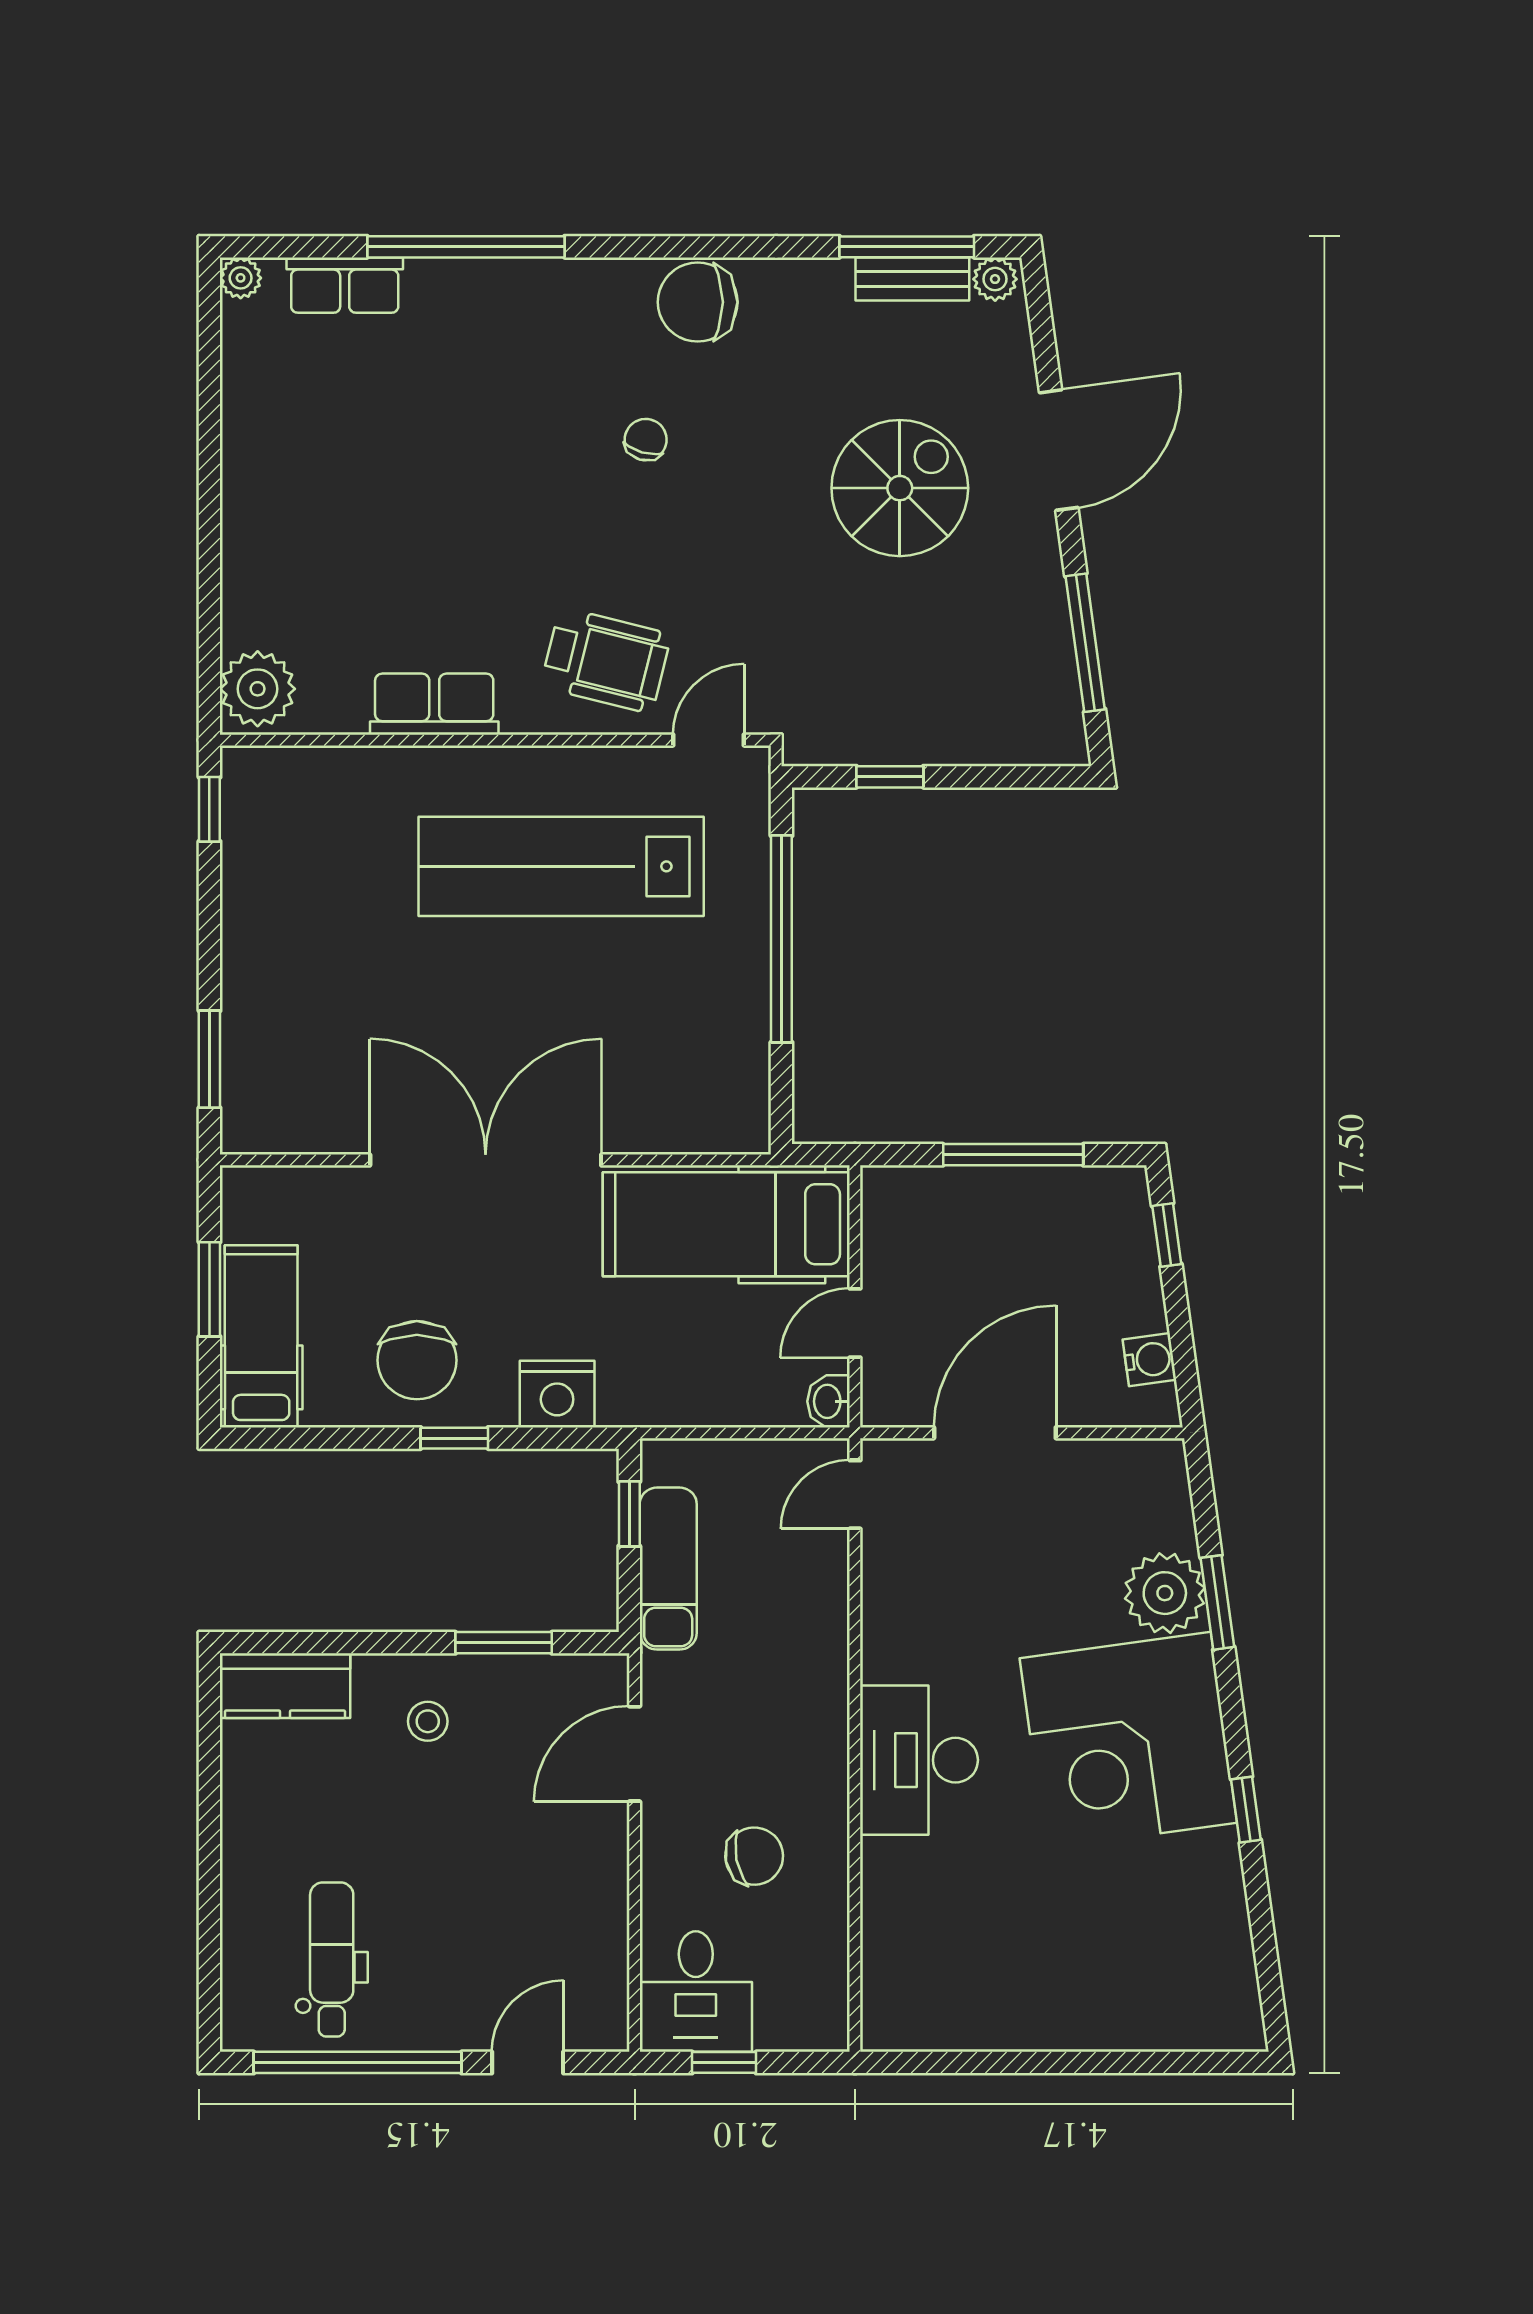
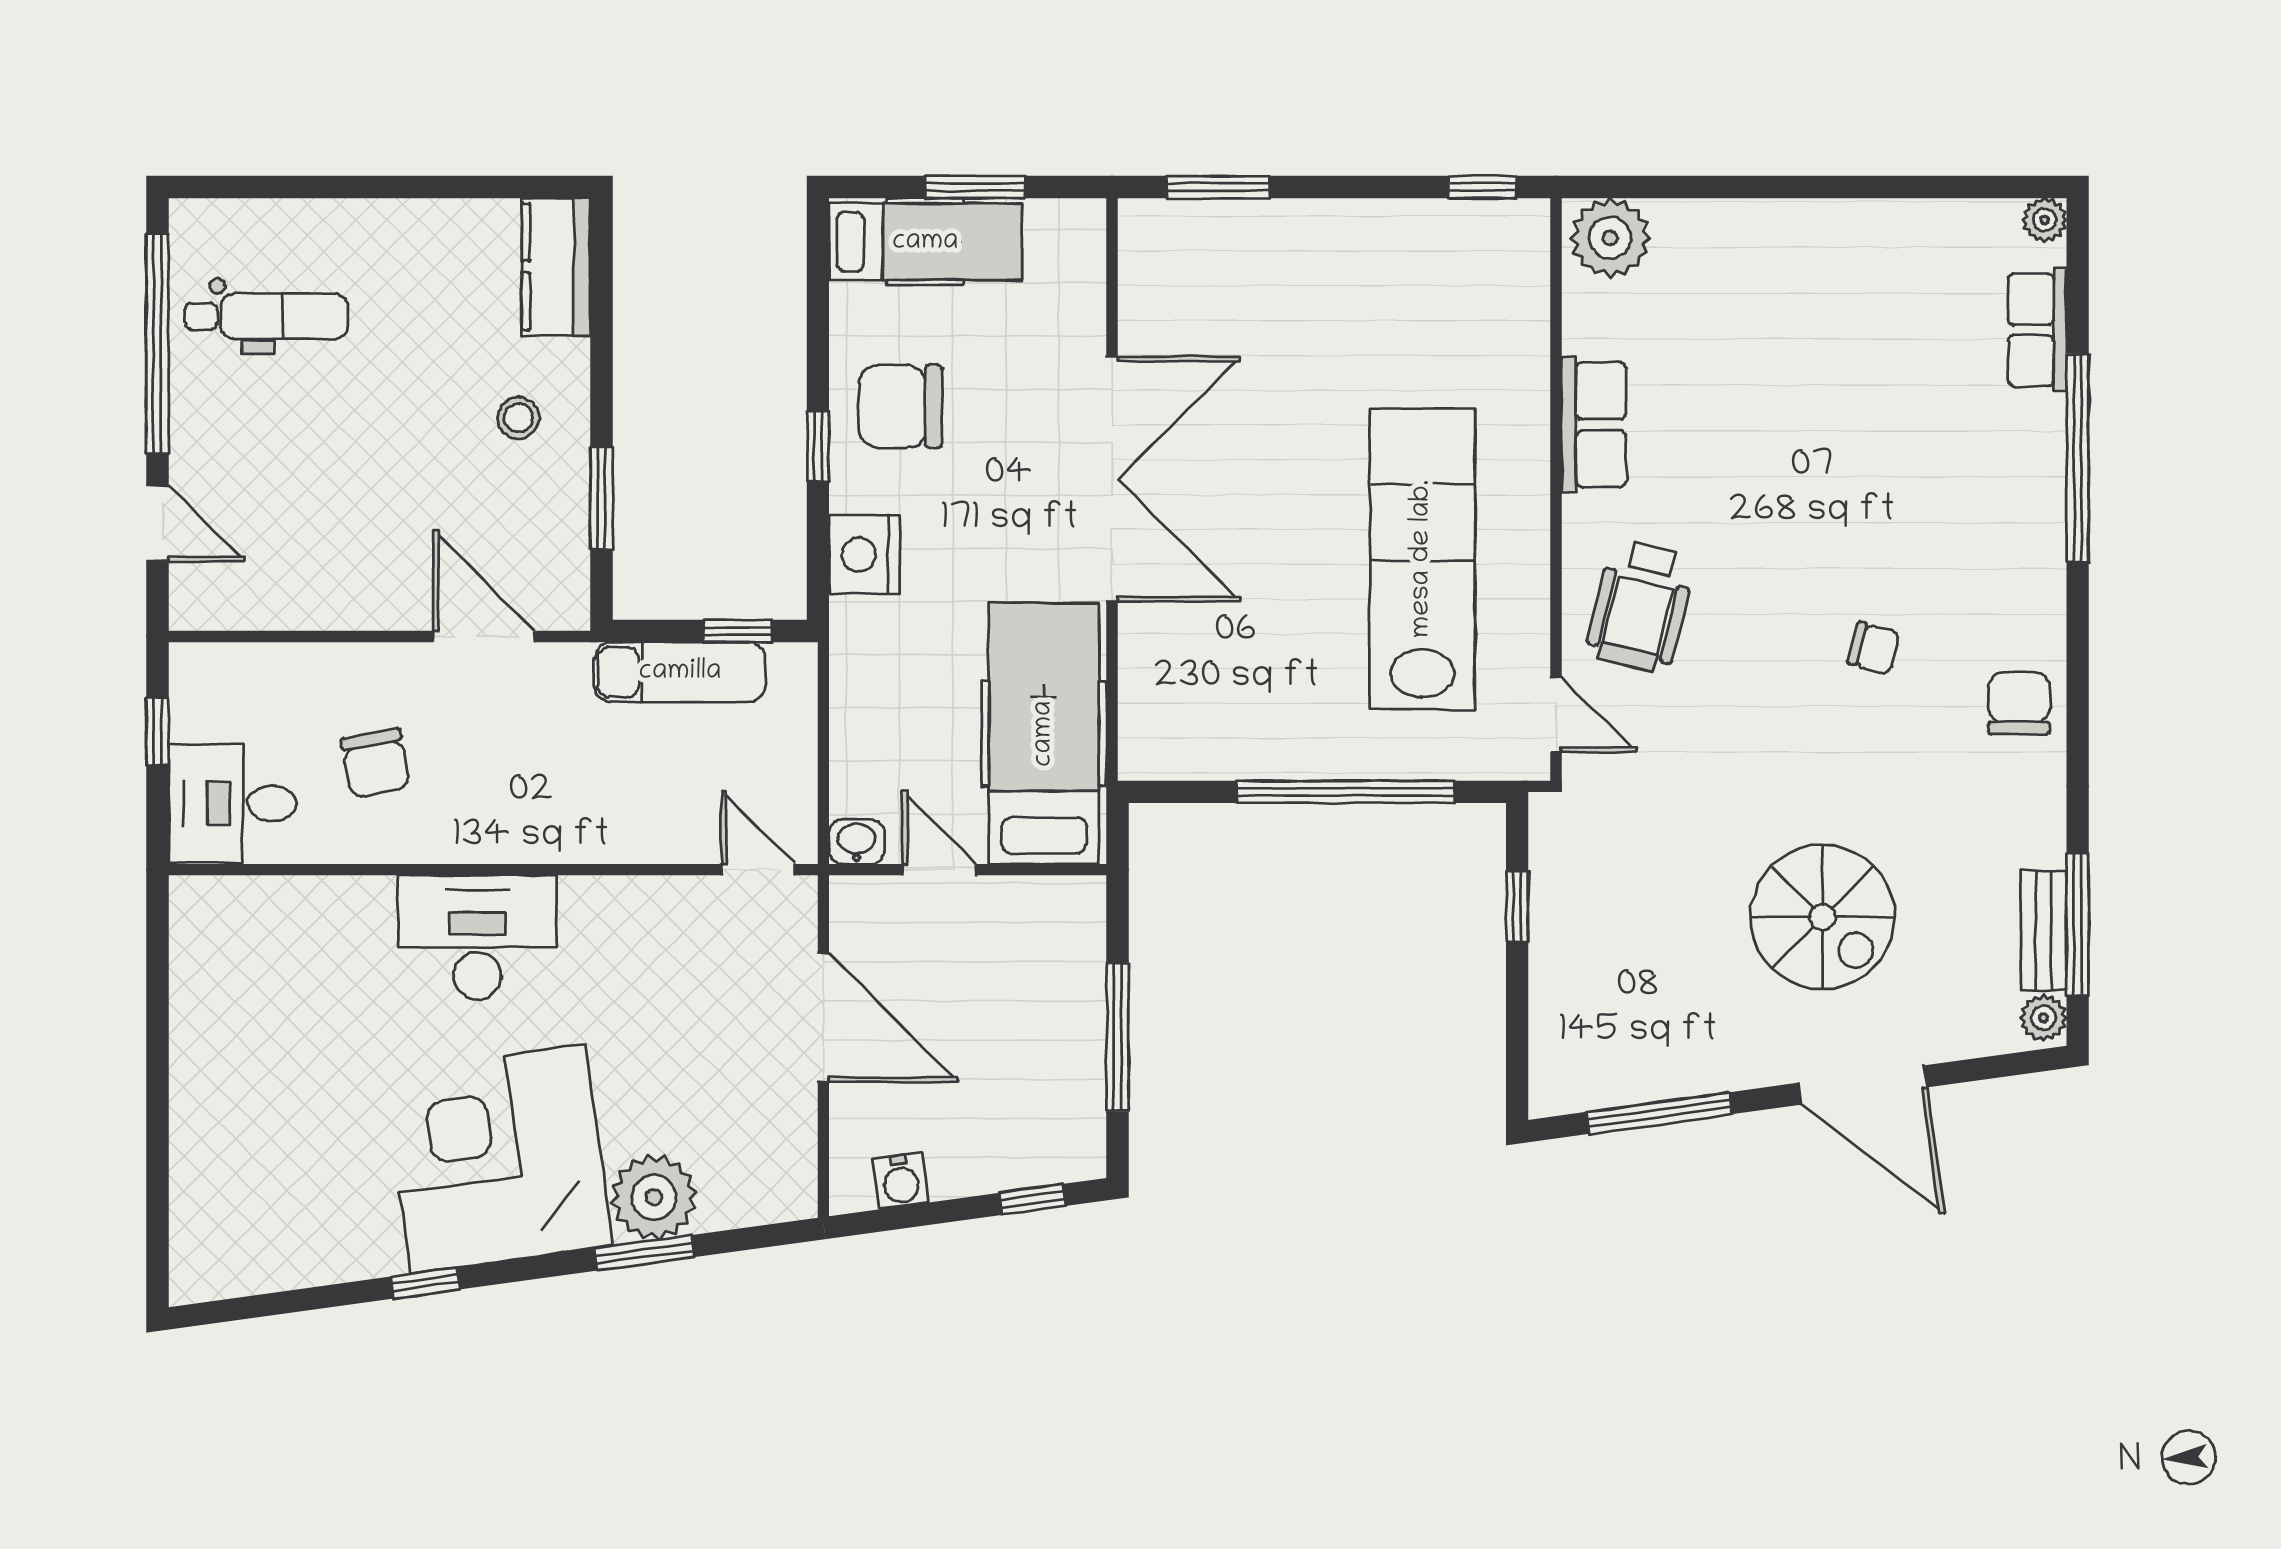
chair: (698, 302) -> (2019, 703), width x0.73, depth x0.73
desk: (696, 1992) -> (232, 803), moved

